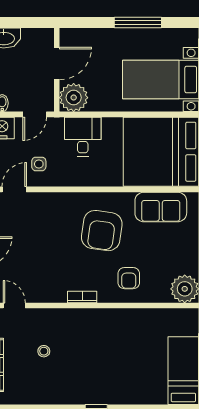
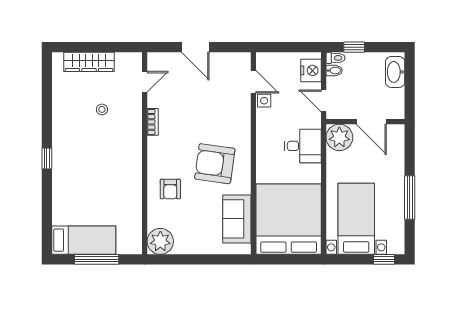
side table: (39, 164) -> (264, 101), moved
armchair: (129, 278) -> (170, 189), turned -90
bookcase: (82, 297) -> (153, 122), moved

